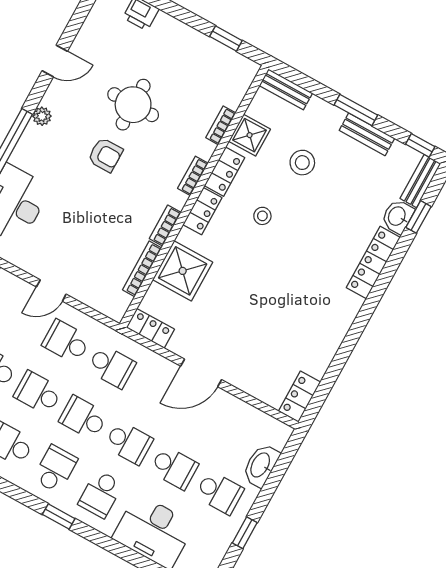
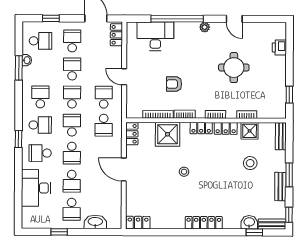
armchair: (105, 155) -> (174, 84), moved, turned 90
stool: (262, 216) -> (184, 172), moved
locker: (373, 263) -> (204, 223), moved

